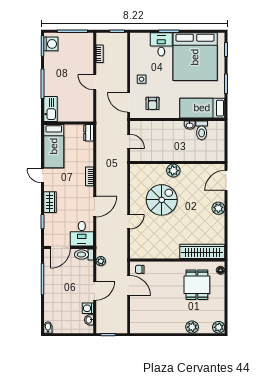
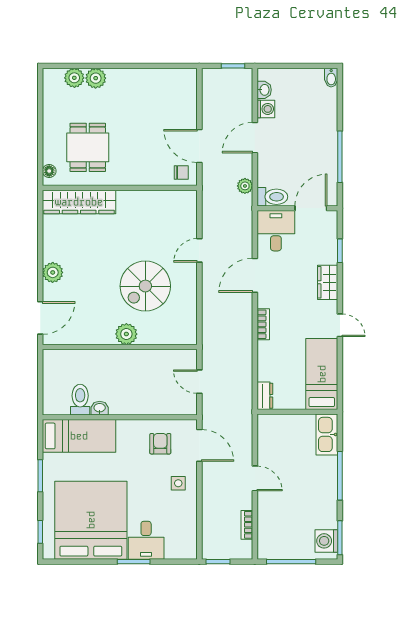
plant: (219, 327) -> (74, 78), moved

